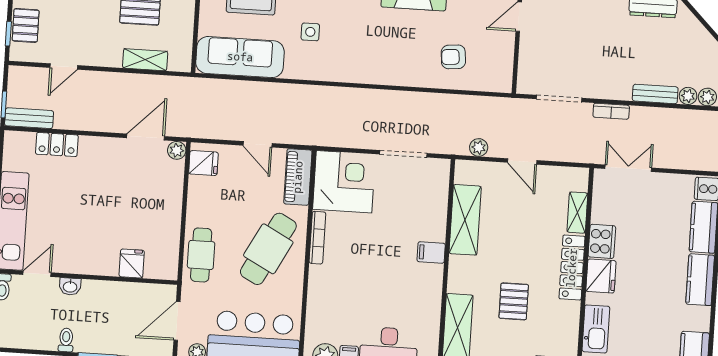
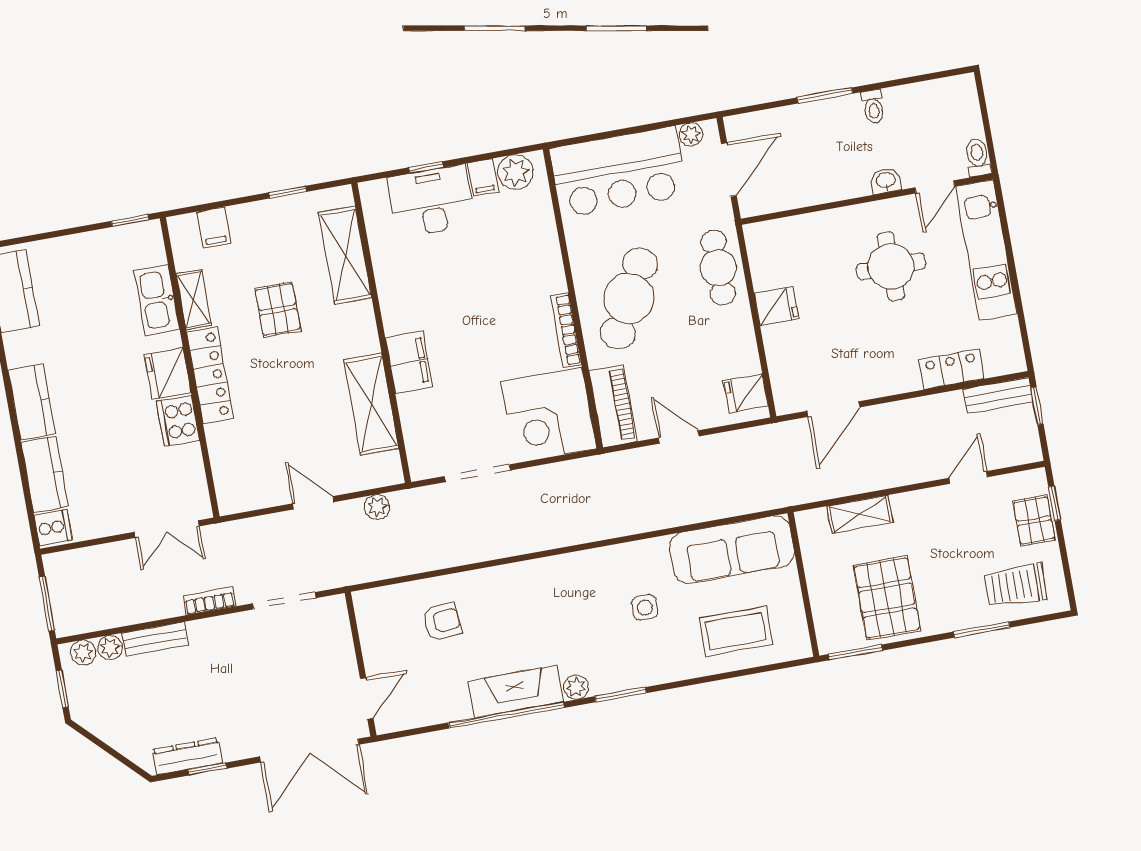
plant: (177, 150) -> (787, 402), removed
shelving: (577, 213) -> (194, 300), moved
round table: (81, 226) -> (891, 266), added
filing cabinet: (431, 252) -> (409, 362), width x2.00
fridge: (132, 264) -> (777, 306), moved, turned -90

